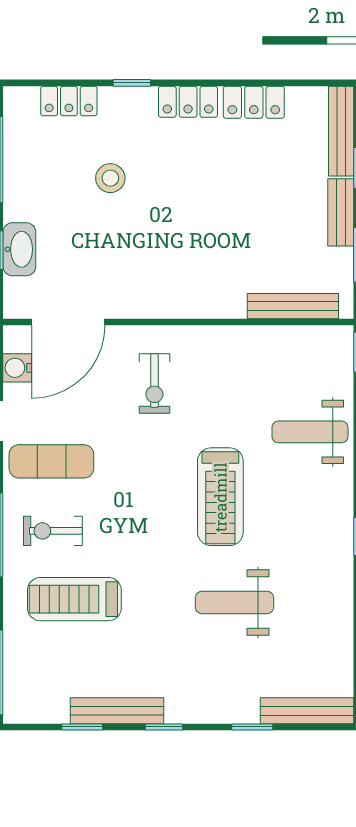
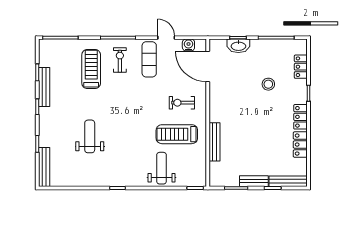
bench: (293, 306) -> (214, 142), moved
treadmill: (220, 497) -> (177, 134), moved

